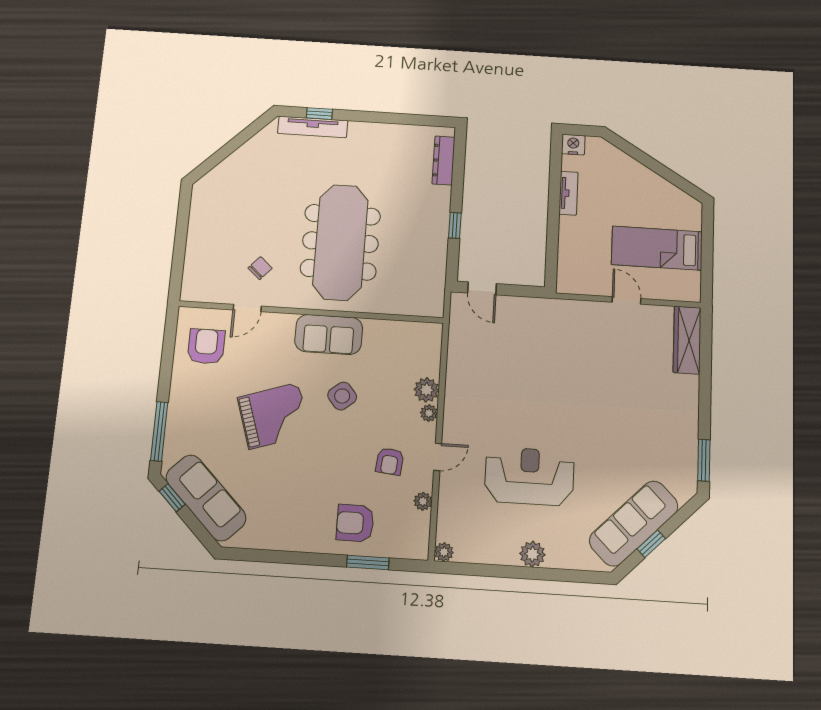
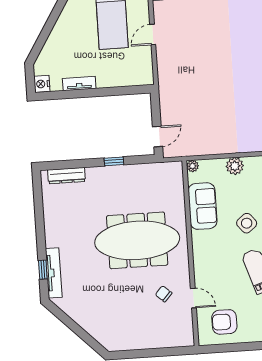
sofa: (329, 334) -> (203, 206), moved
plant: (429, 413) -> (193, 166), moved

